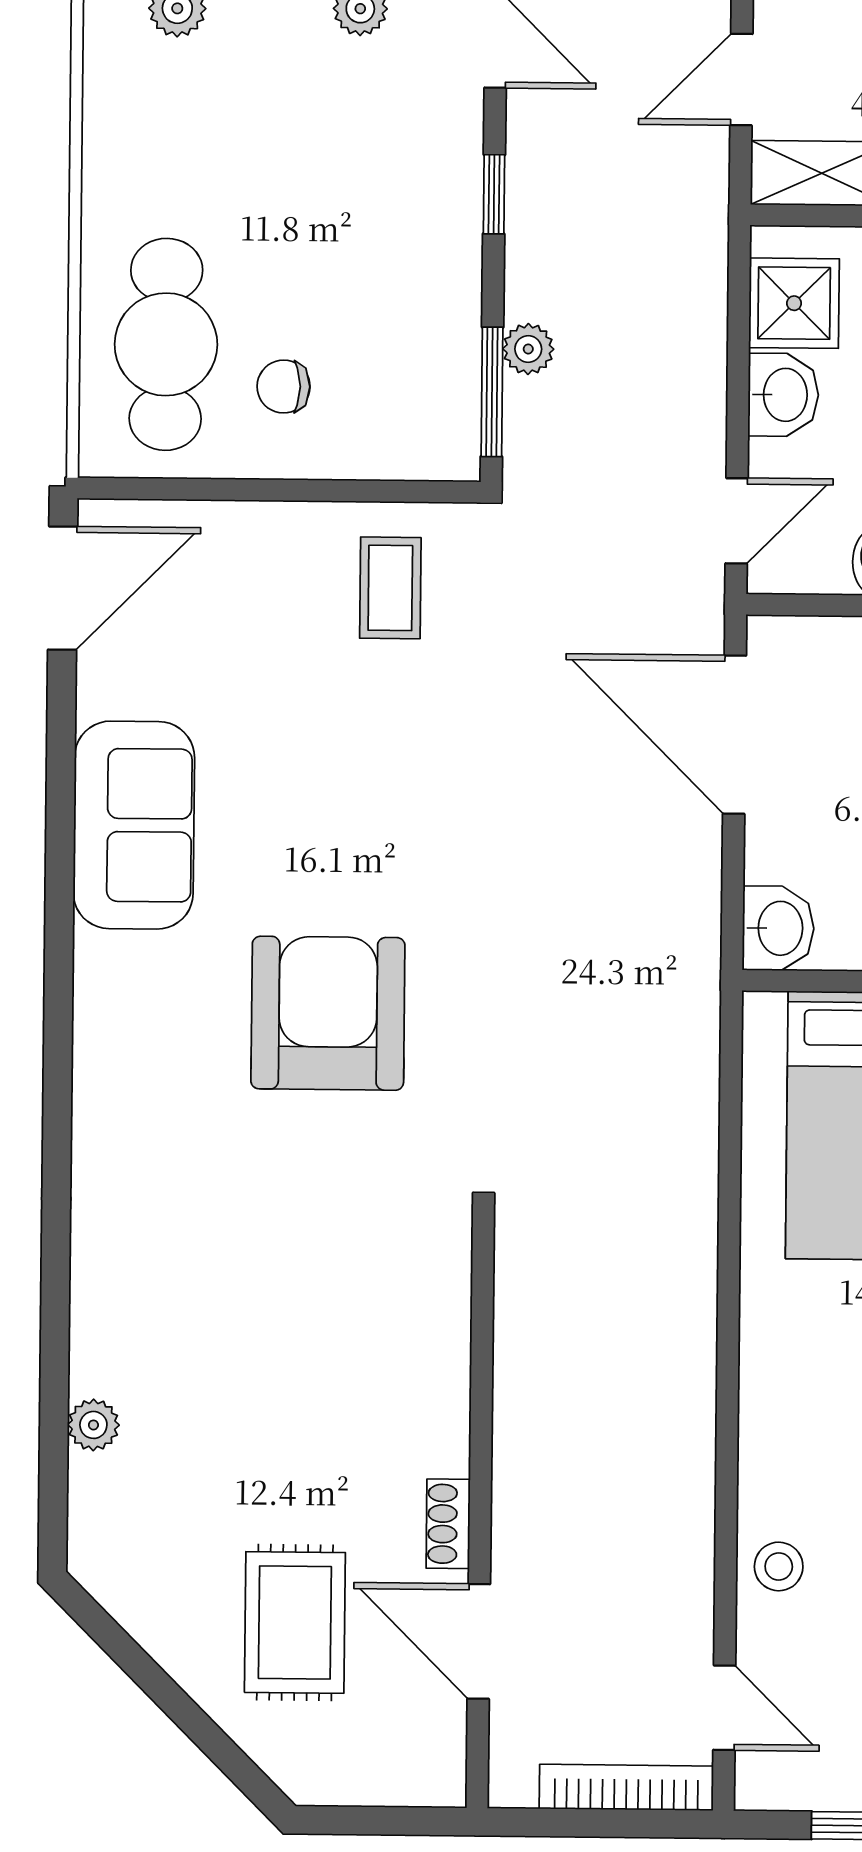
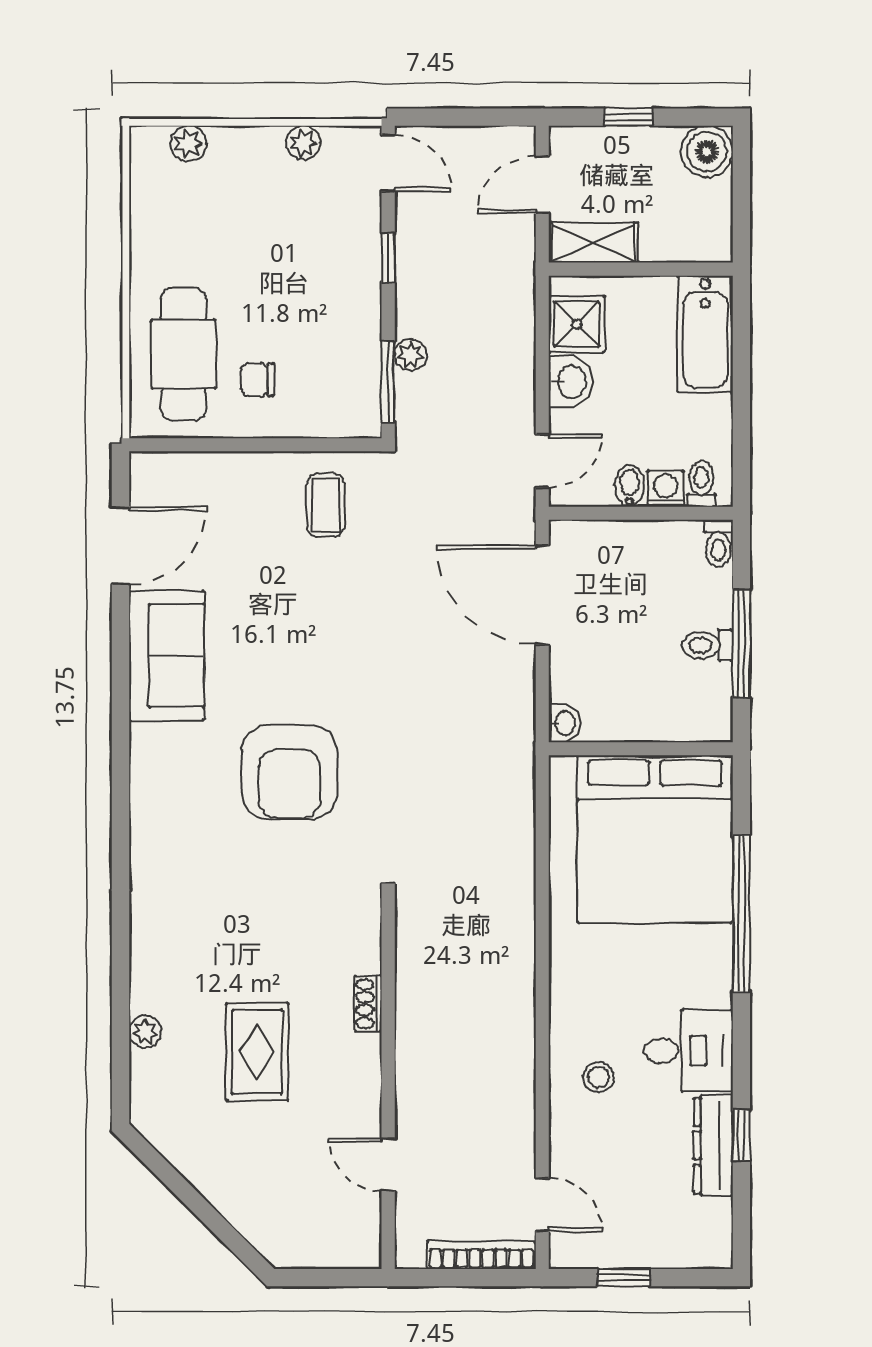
door: (63, 588) -> (120, 546), moved
washbasin: (778, 928) -> (564, 723), width x0.72, depth x0.69
armchair: (328, 1013) -> (289, 772), turned 180
shoe rack: (448, 1524) -> (368, 1004), moved
stool: (779, 1566) -> (599, 1077), moved
rug: (295, 1622) -> (257, 1052), moved
door: (479, 1641) -> (388, 1165), width x0.73

